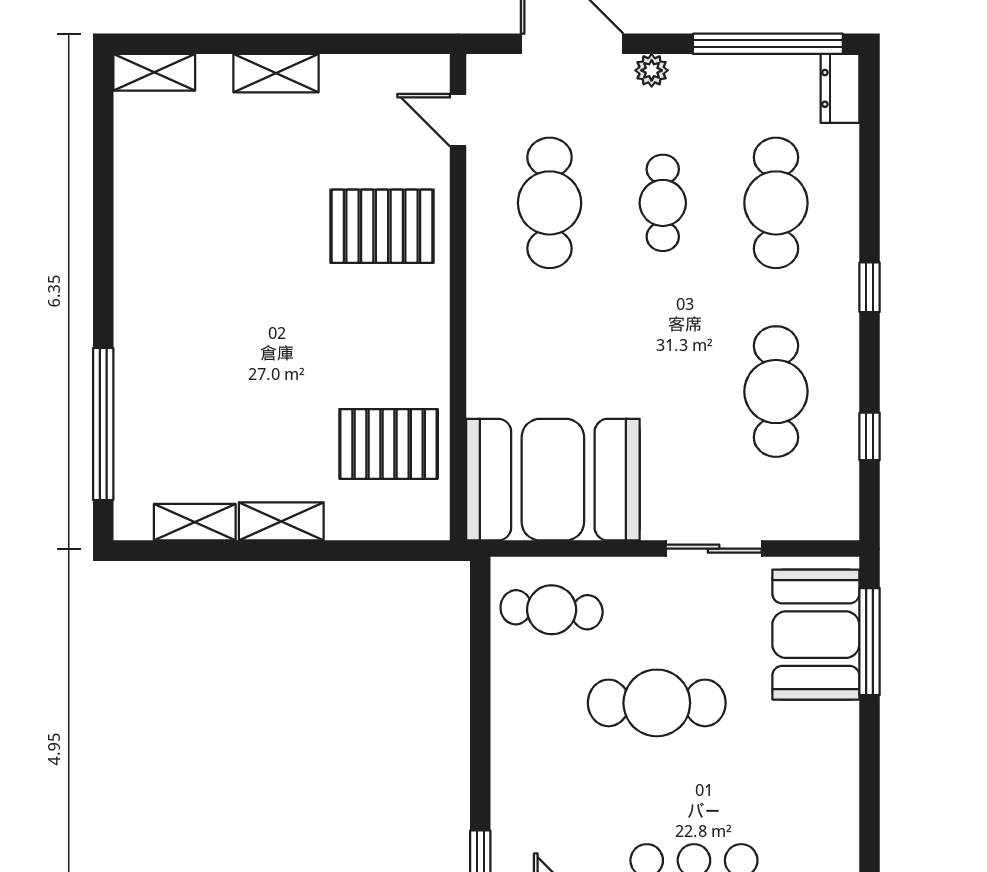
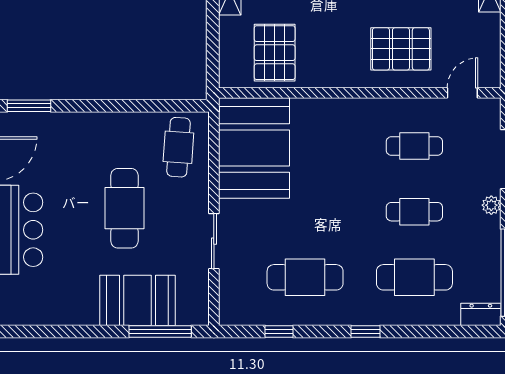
cafe table: (550, 203) -> (414, 146), width x0.73, depth x0.74
pallet: (382, 226) -> (401, 49), turned 90
booth: (816, 635) -> (138, 300), moved

